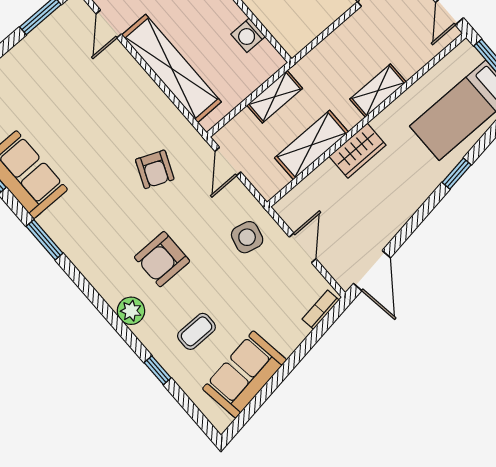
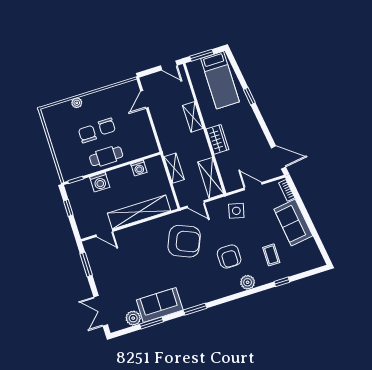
shelving: (312, 145) -> (211, 178), moved
armchair: (155, 169) -> (184, 241), width x1.88, depth x1.88
sofa: (245, 374) -> (293, 223), moved

